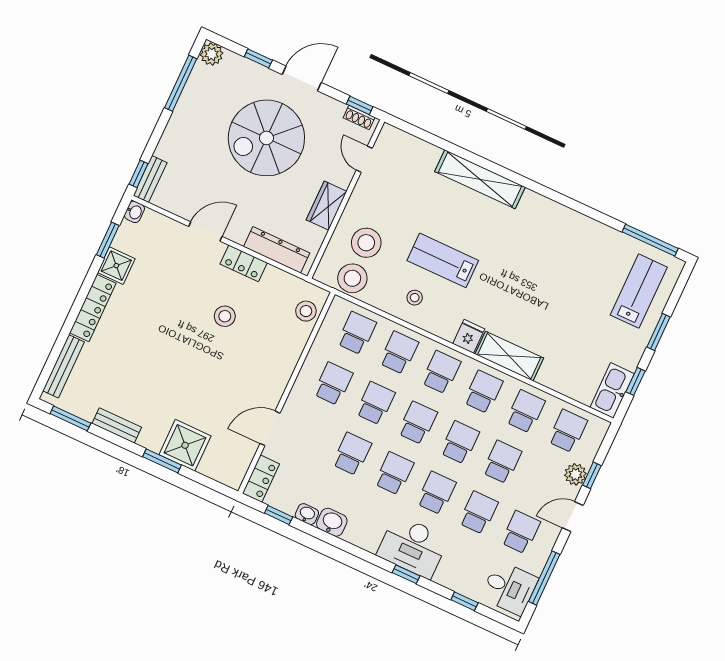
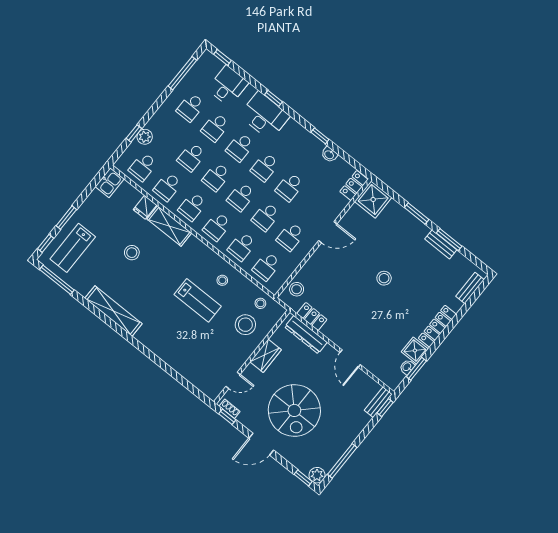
window: (258, 58) -> (303, 478), moved
spiral stairs: (266, 138) -> (294, 410), turned 90
door: (364, 159) -> (233, 380), hinge flipped
shelving: (480, 179) -> (113, 311), moved
washbasin: (134, 212) -> (407, 367), moved
door: (205, 232) -> (350, 358), hinge flipped
locker: (244, 263) -> (312, 316), moved
stool: (352, 278) -> (260, 303), width x0.53, depth x0.53
stool: (553, 305) -> (132, 253), added
stool: (225, 316) -> (384, 278), moved
fridge: (469, 336) -> (145, 207), moved
bench: (63, 366) -> (470, 288), width x0.73
window: (635, 381) -> (46, 243), moved
kitchen sink: (612, 391) -> (110, 183), width x0.73
window: (70, 418) -> (449, 240), moved
door: (270, 428) -> (328, 232), moved
shower: (185, 445) -> (373, 199), moved
window: (279, 515) -> (320, 136), moved
door: (573, 517) -> (153, 109), removed
washbasin: (332, 522) -> (314, 145), removed
desk: (509, 588) -> (228, 86), moved, turned 90
window: (464, 601) -> (223, 57), moved

